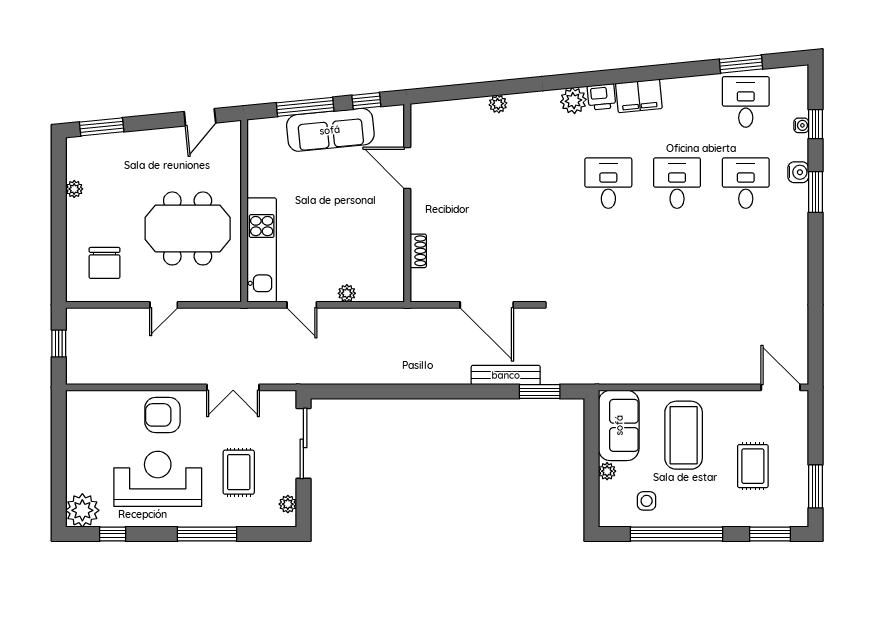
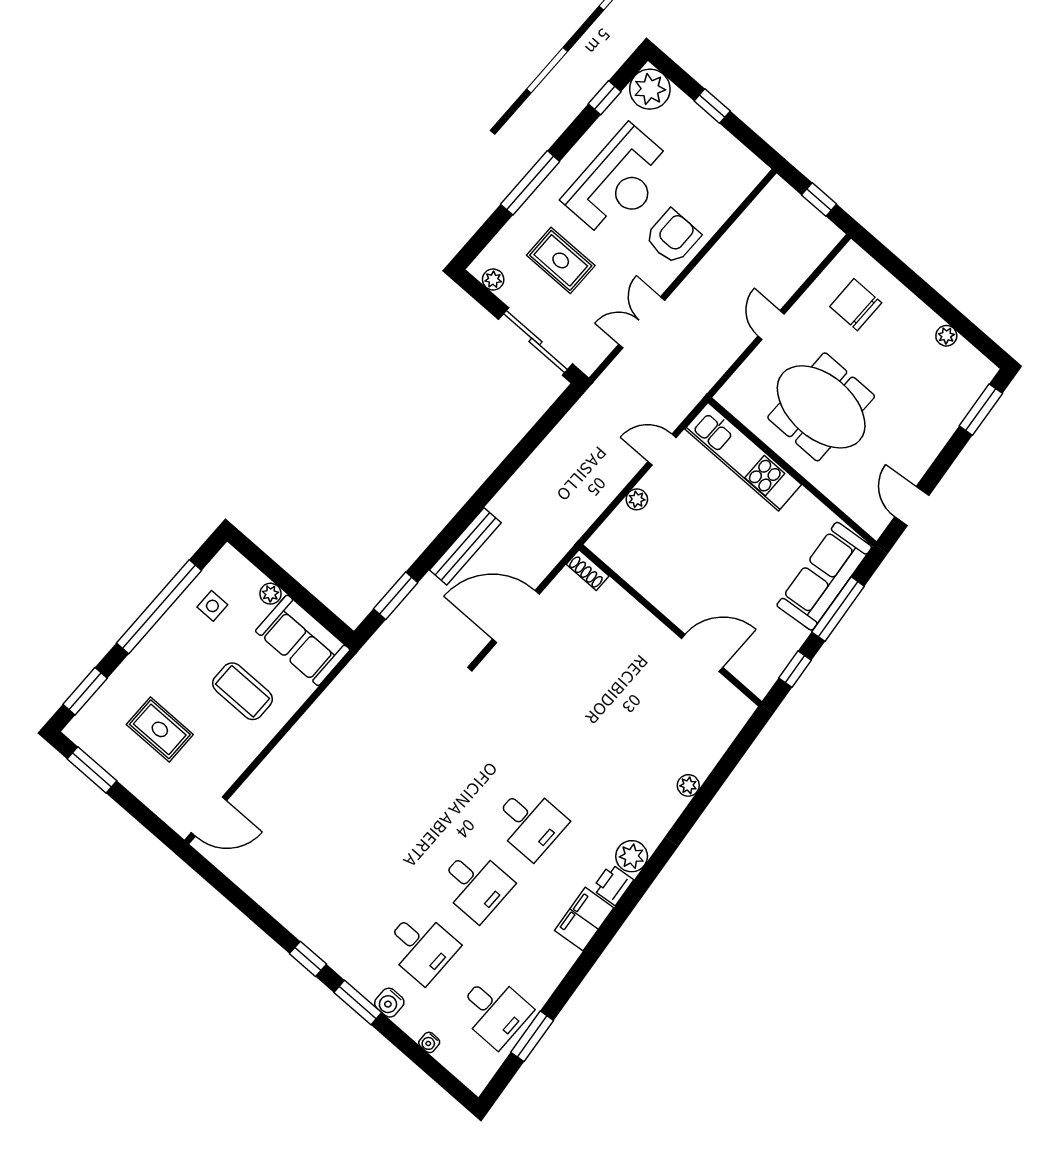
window: (815, 124) -> (308, 959), moved
sofa: (330, 130) -> (824, 576), moved
meeting table: (188, 228) -> (821, 407), turned 90
shoe rack: (418, 251) -> (588, 570), moved
bench: (506, 375) -> (465, 546), moved
coffee table: (684, 435) -> (242, 691), width x0.73, depth x0.76
window: (59, 462) -> (712, 106), added

